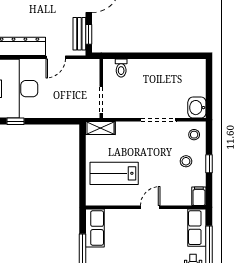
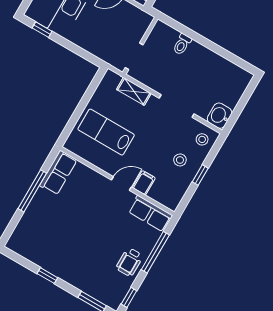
toilet: (121, 68) -> (182, 44), moved
shelving: (100, 128) -> (134, 91), moved
filing cabinet: (199, 196) -> (144, 183), moved
row of seats: (197, 228) -> (150, 214), moved, turned -90

